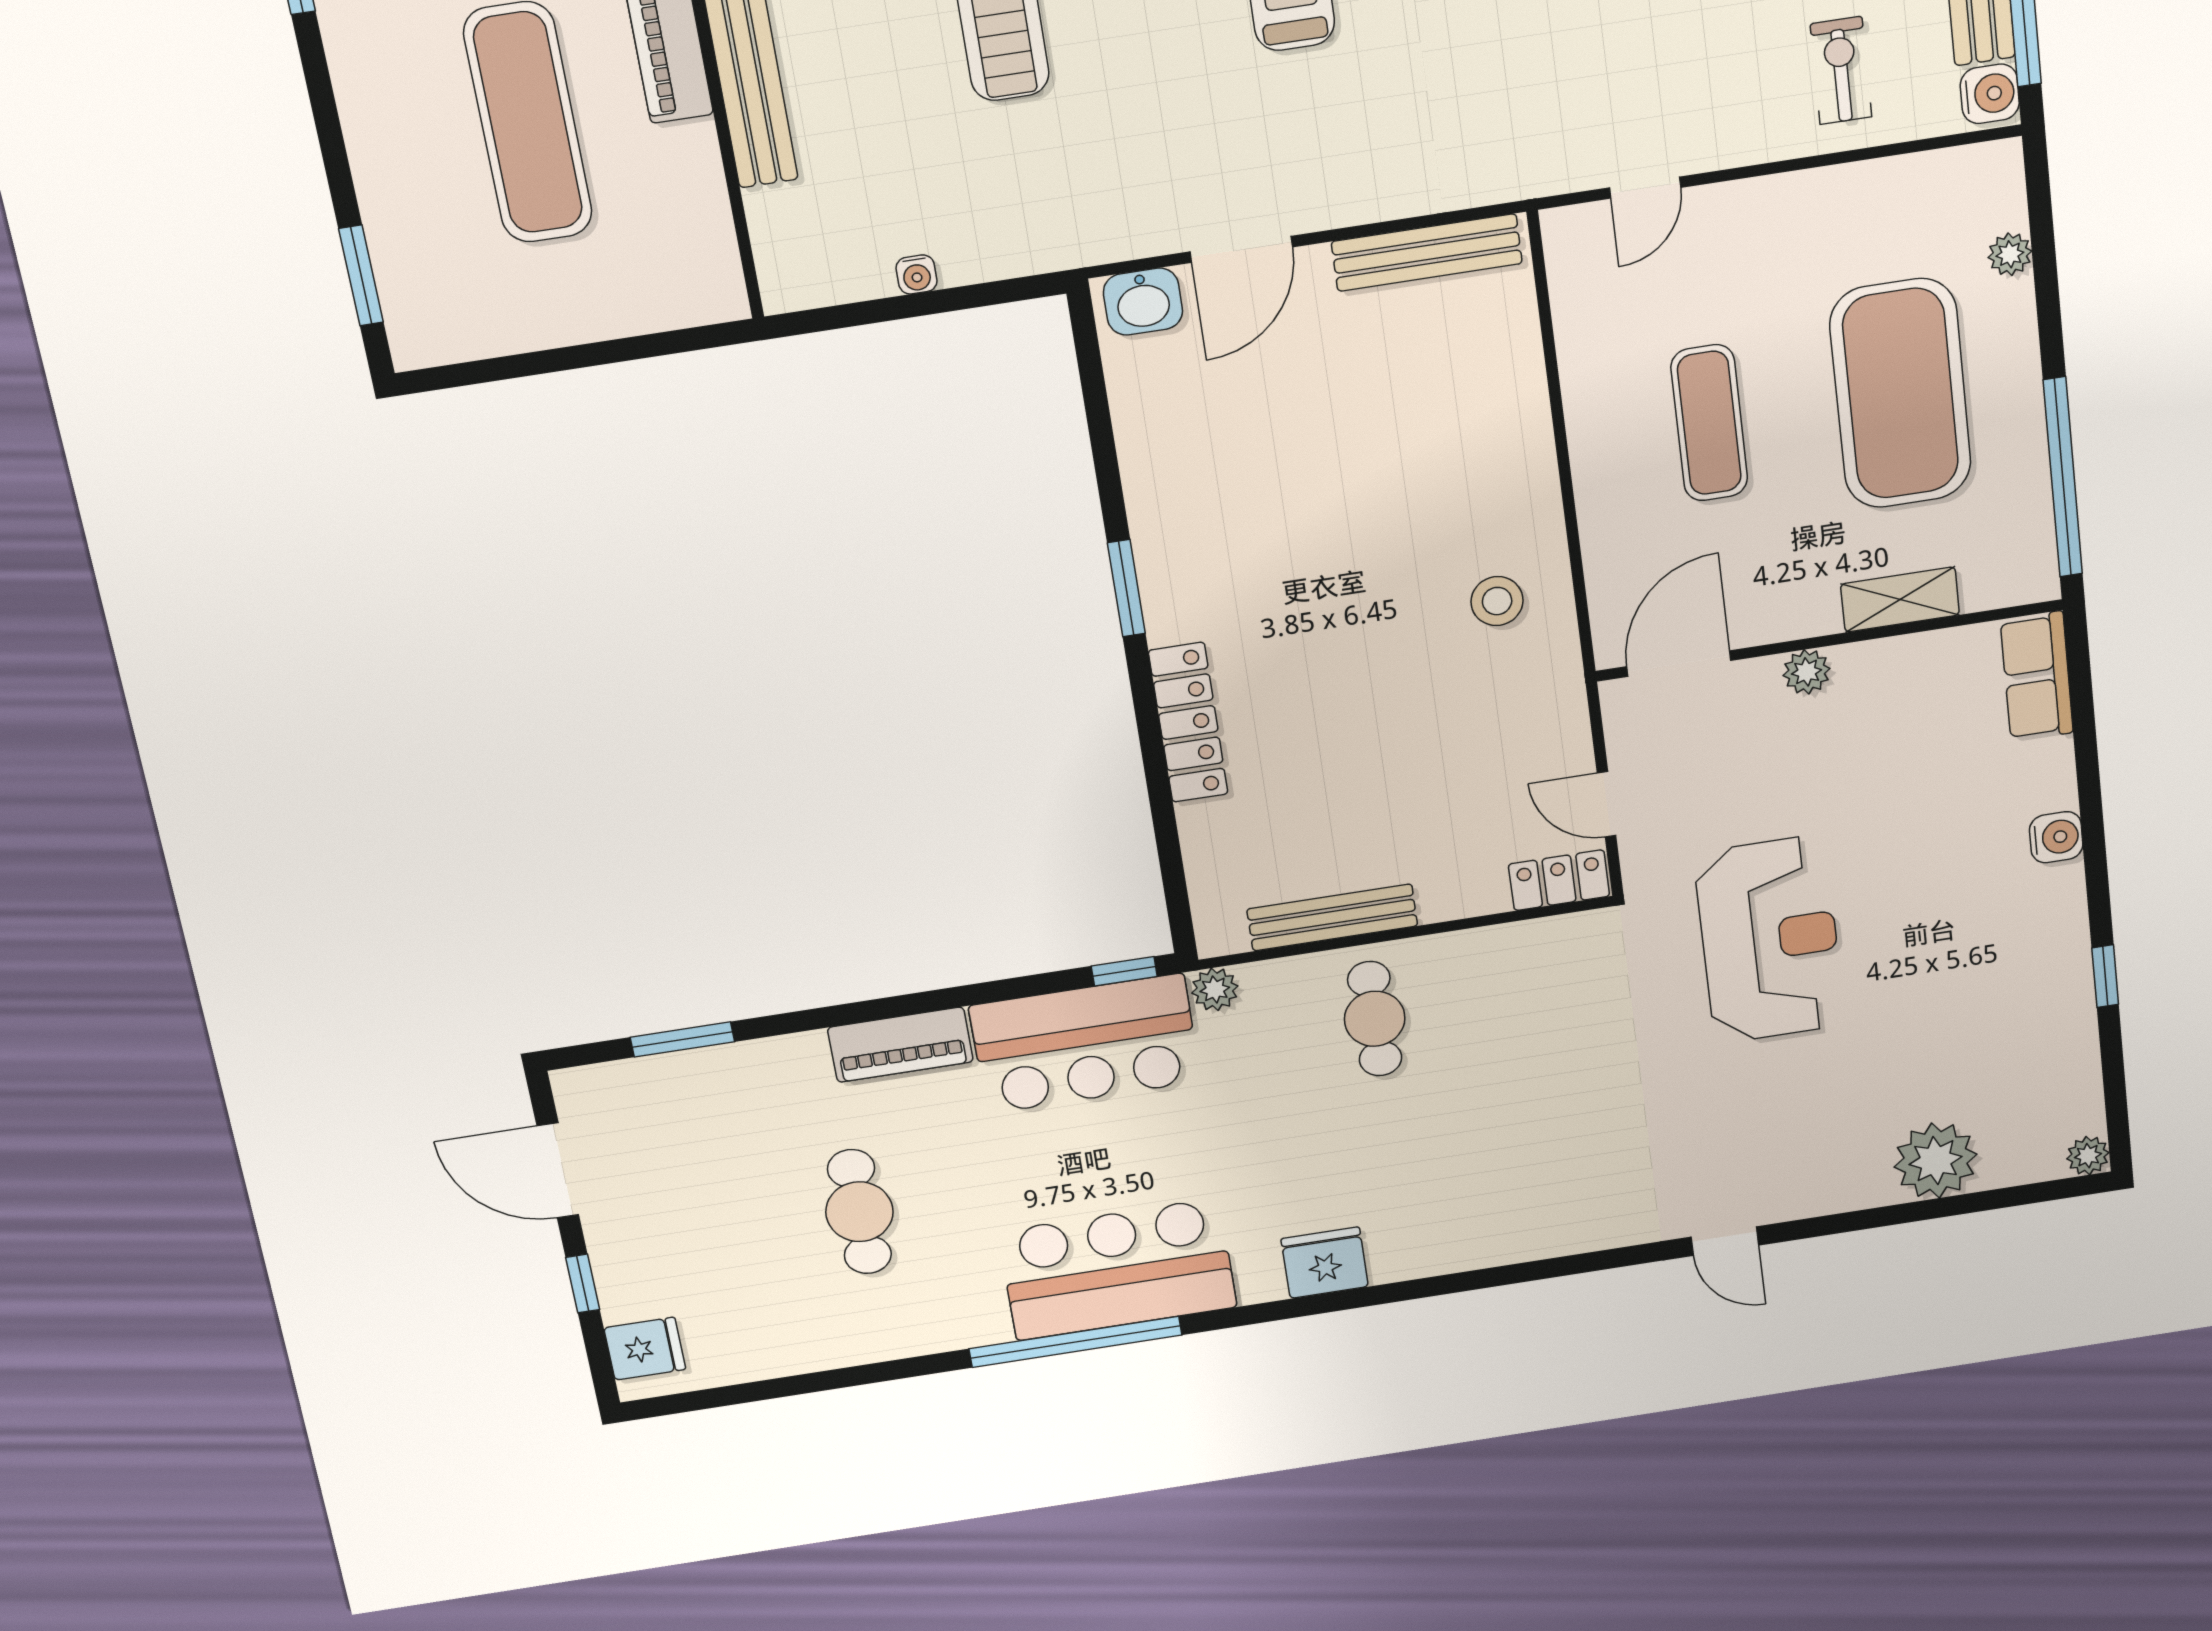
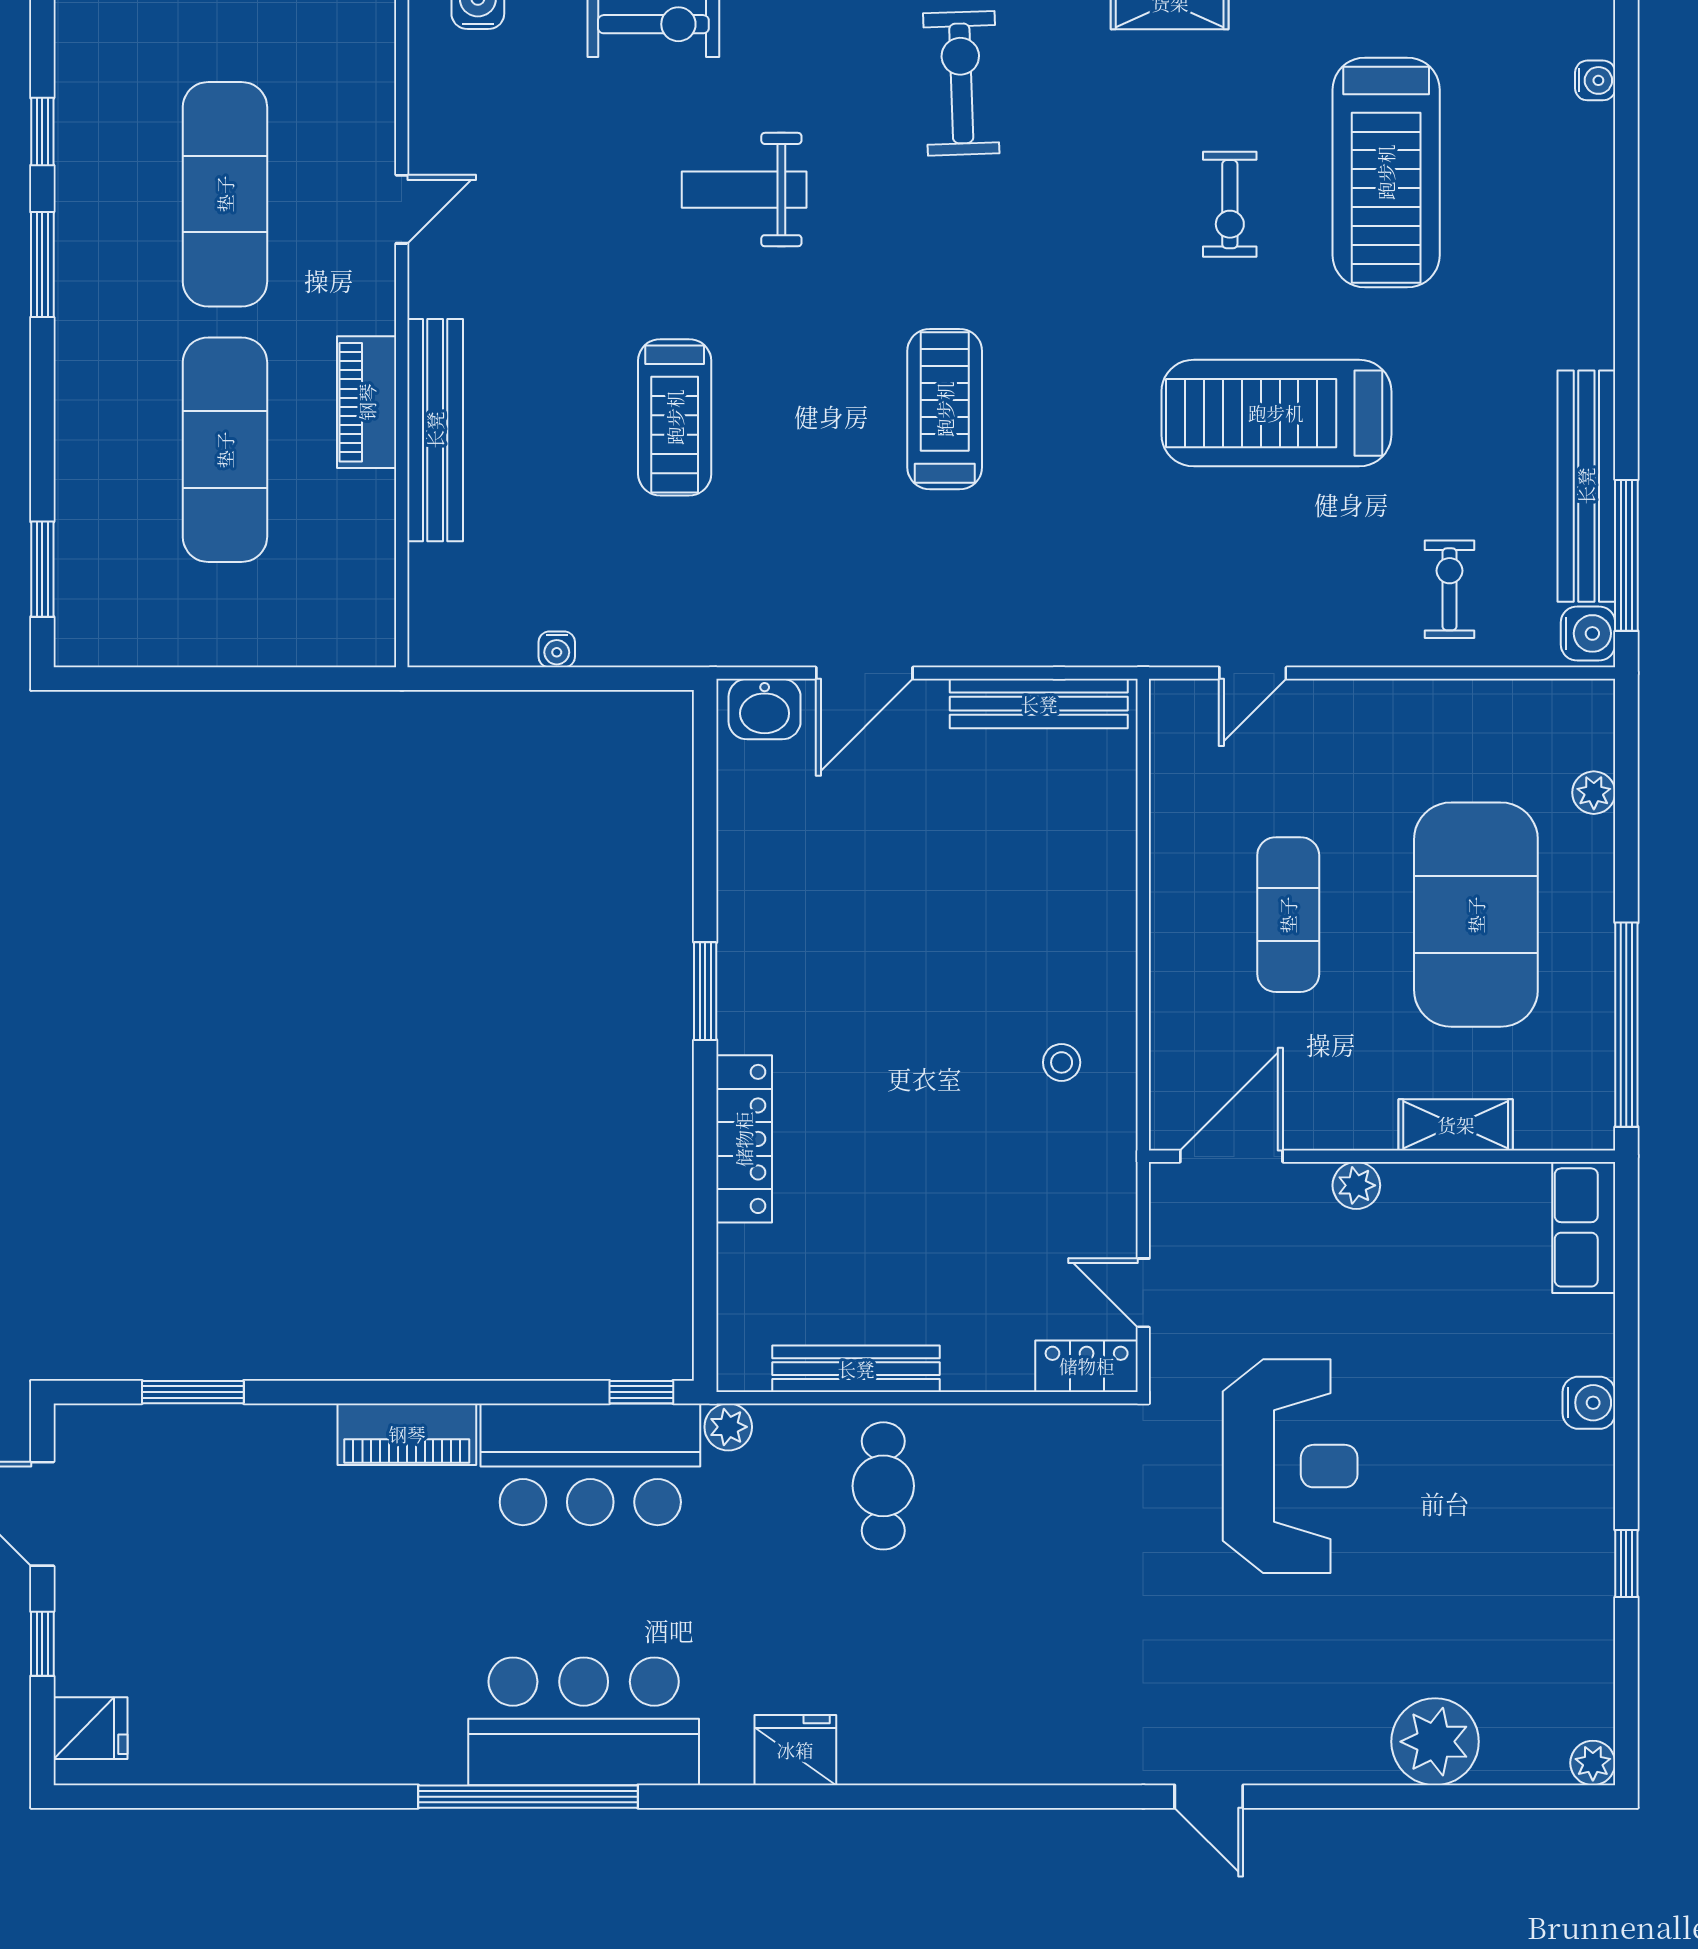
stool: (1497, 601) -> (1062, 1062), width x0.73, depth x0.73
cafe table: (859, 1212) -> (334, 1611), removed

